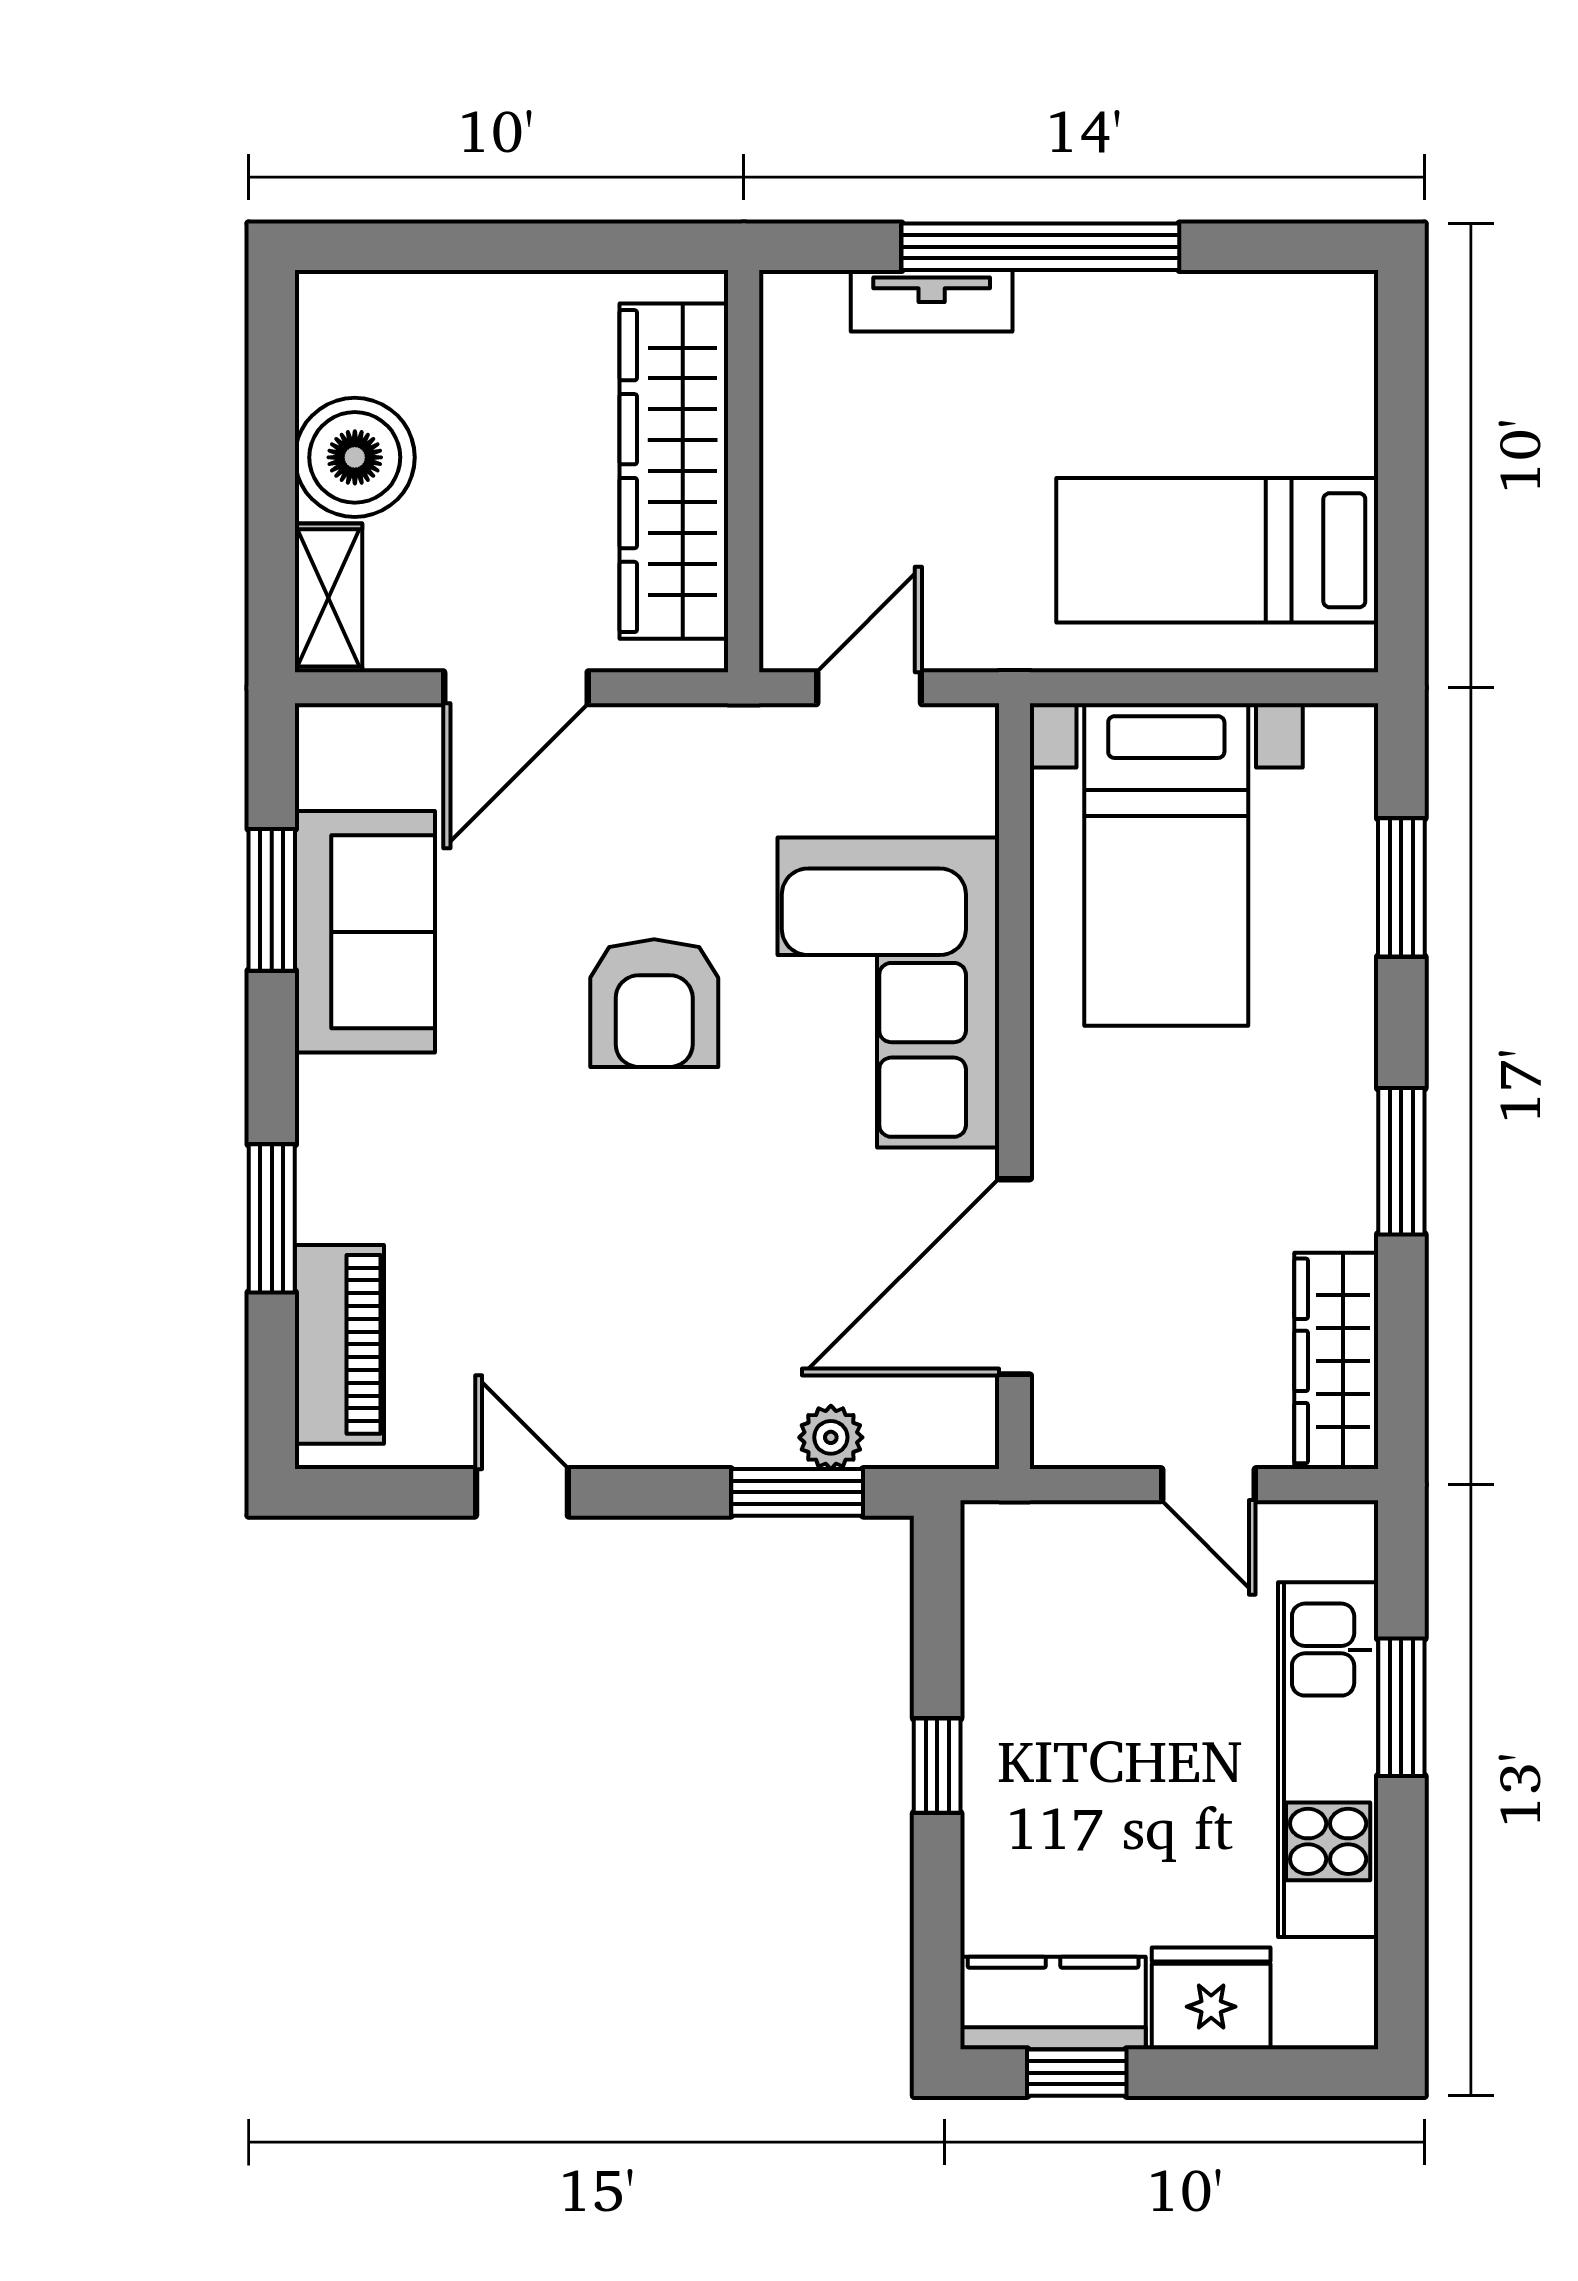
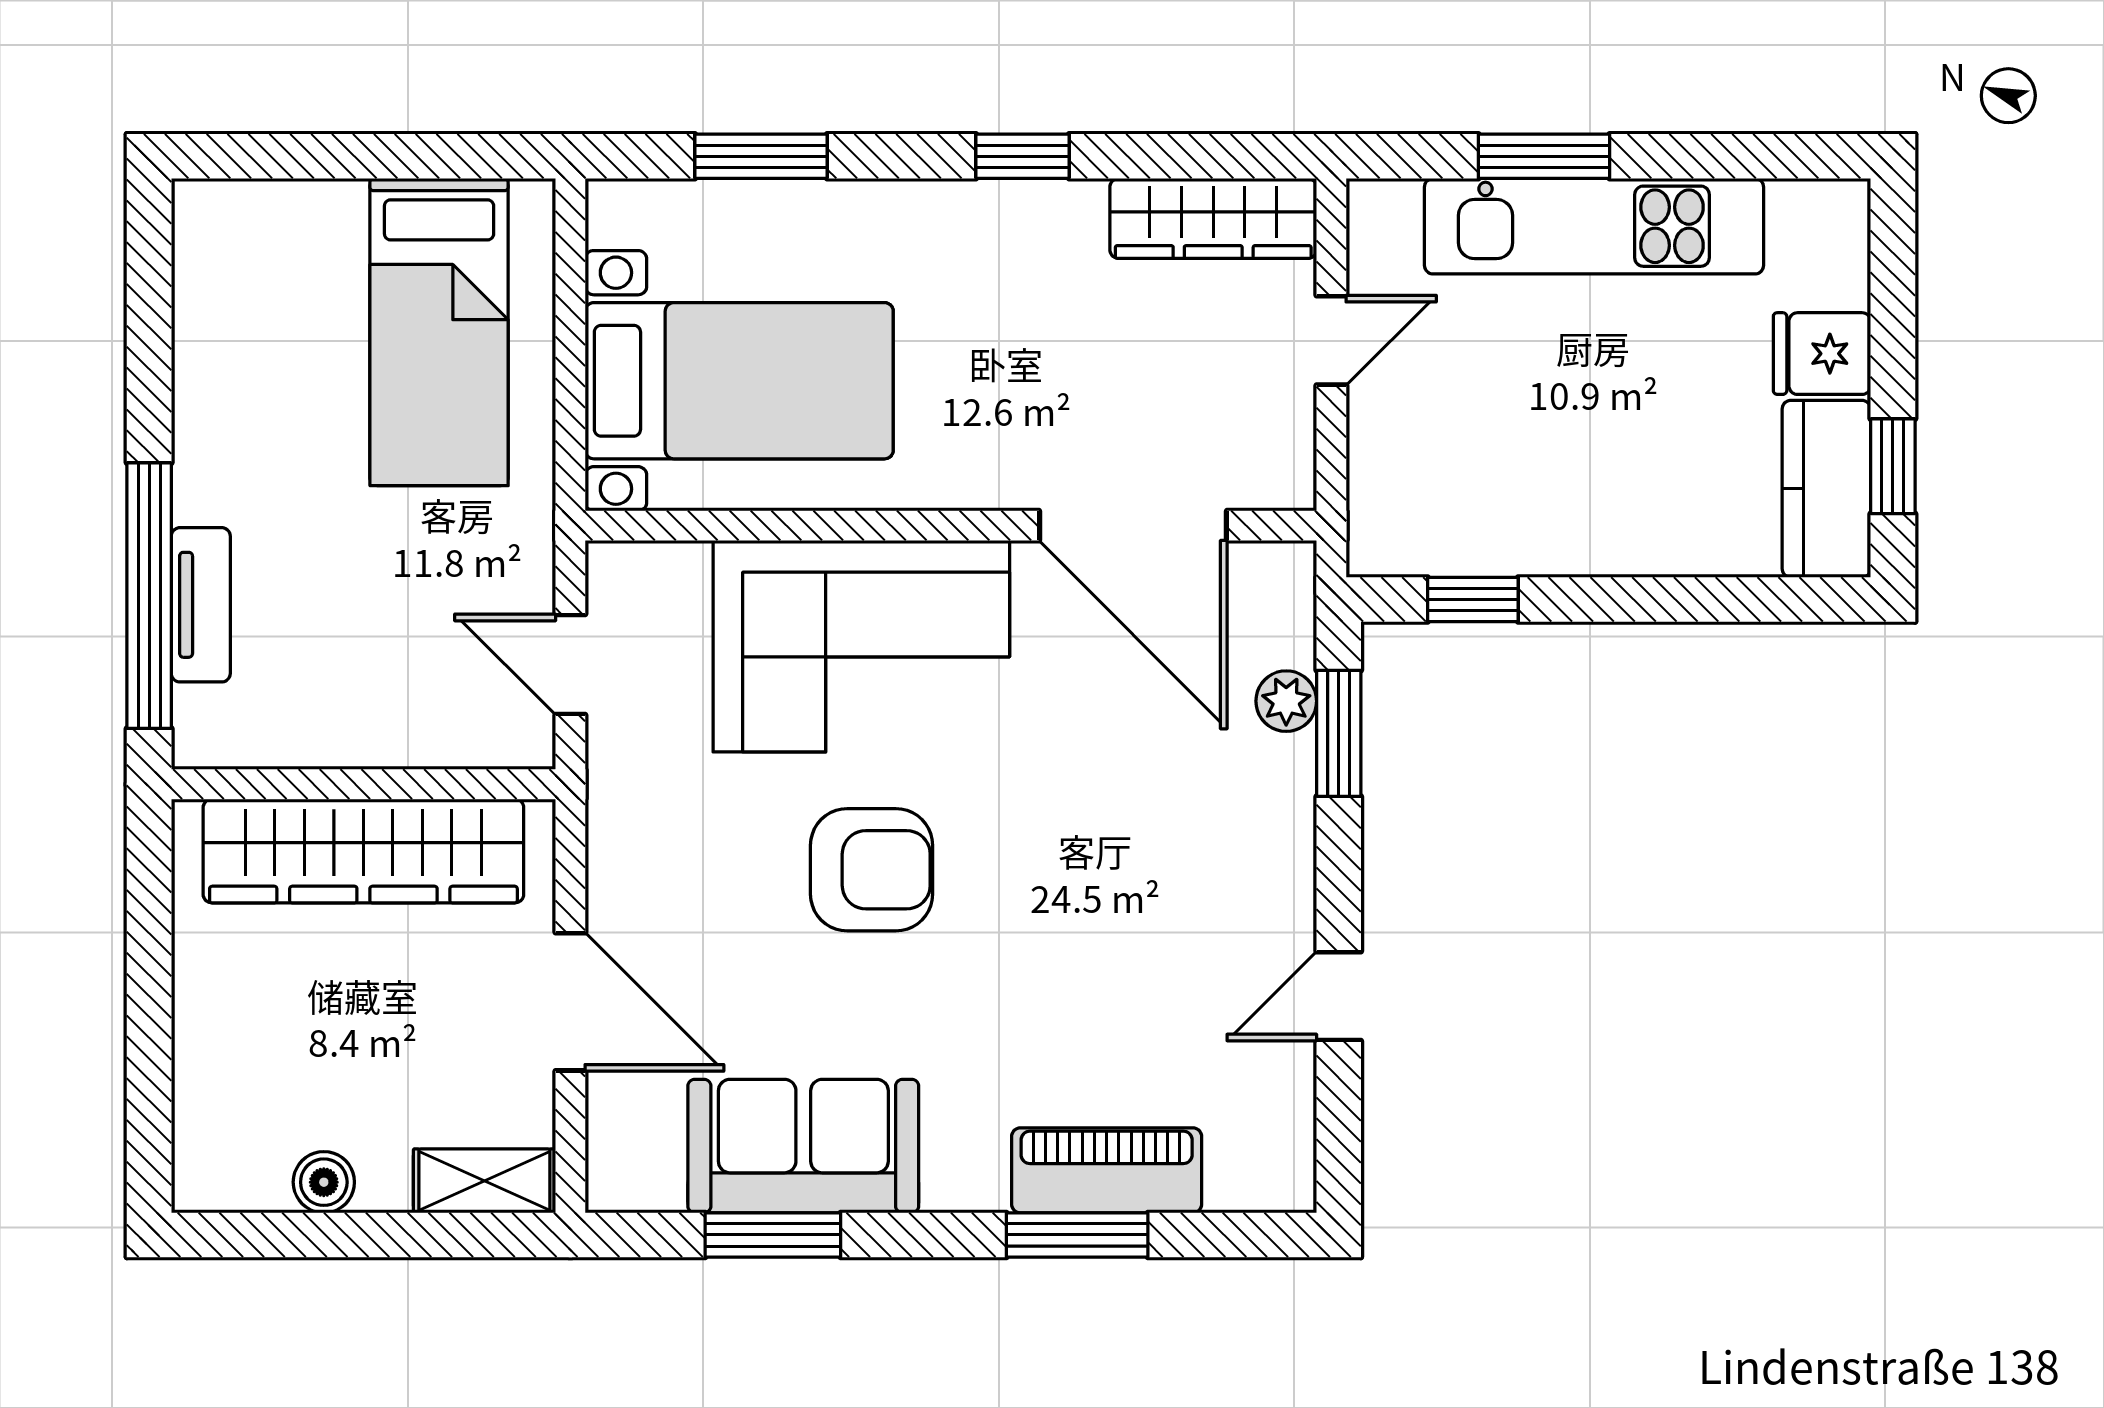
window: (1040, 247) -> (149, 596), moved
boiler: (355, 457) -> (324, 1182), width x0.54, depth x0.54
window: (1401, 1161) -> (1022, 156), width x0.67
piano: (339, 1344) -> (1107, 1170), moved
window: (937, 1766) -> (1473, 600), moved
fridge: (1211, 1998) -> (1822, 354), width x0.72

